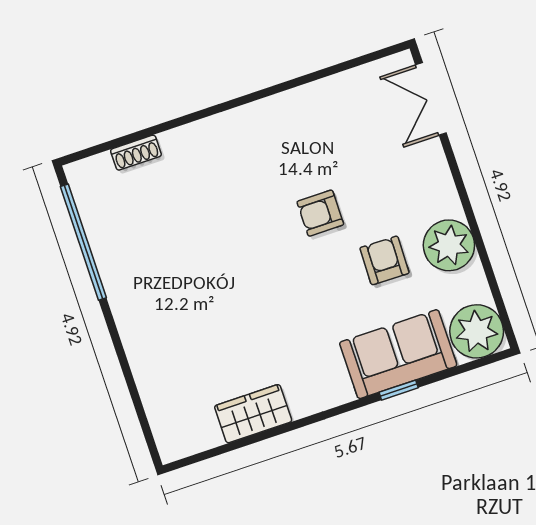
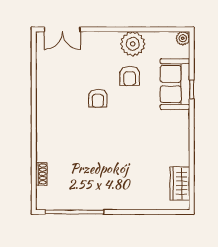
armchair: (385, 260) -> (130, 76), turned -91
plant: (477, 331) -> (183, 38), width x0.53, depth x0.53
wardrobe: (253, 414) -> (180, 184), moved

